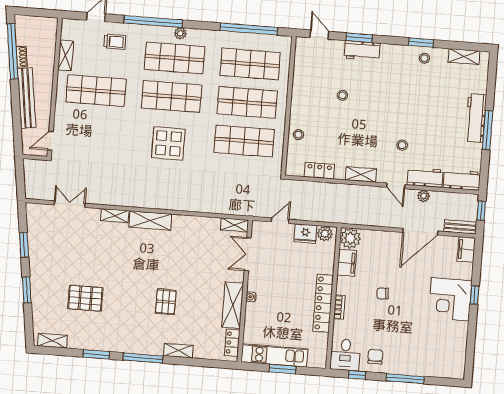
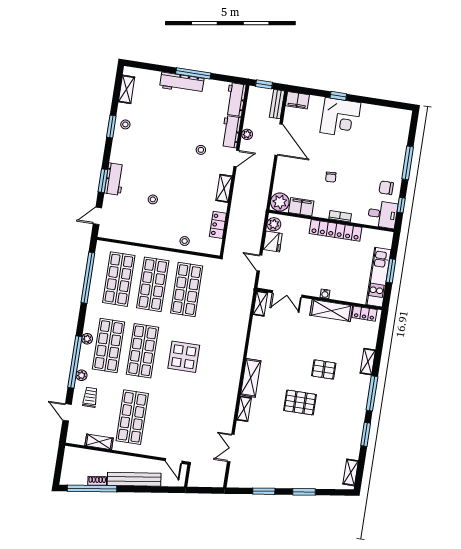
plant: (139, 30) -> (82, 375), added
pallet: (85, 298) -> (300, 402), moved, turned 90

